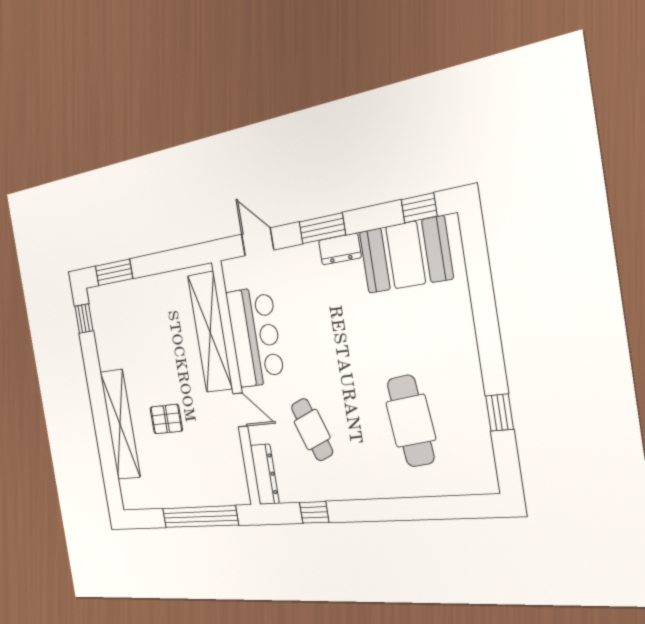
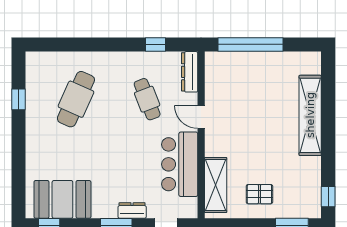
dresser: (340, 249) -> (132, 211), moved
shelving: (210, 332) -> (216, 185), width x0.68
pallet: (166, 419) -> (259, 194), moved
cafe table: (411, 421) -> (76, 99), turned 30

